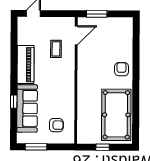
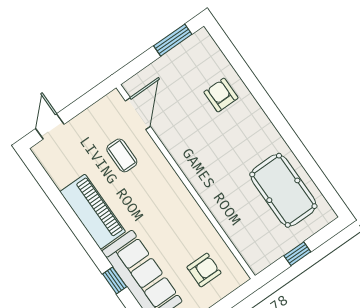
window: (97, 14) -> (173, 40), moved
armchair: (121, 69) -> (221, 95), moved
pool table: (116, 115) -> (283, 190), width x0.73, depth x0.76

